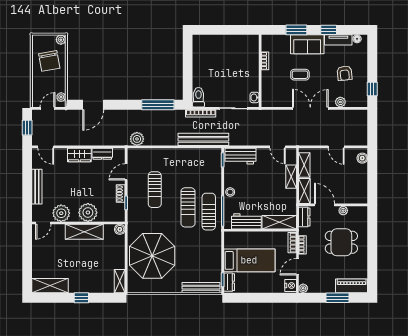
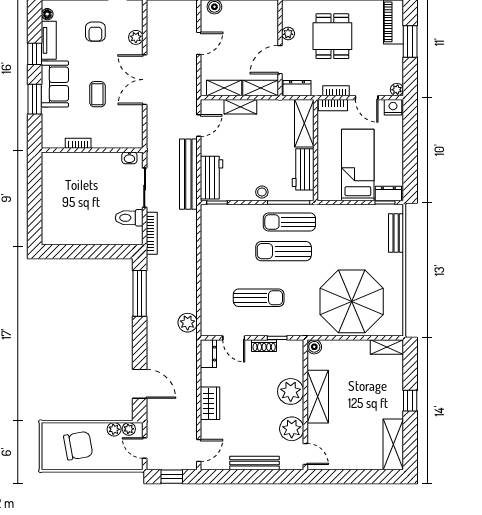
plant: (61, 40) -> (114, 429), moved
armchair: (344, 73) -> (95, 32), turned 96
toilet: (198, 97) -> (129, 218), moved
bench: (203, 139) -> (188, 174), moved
dresser: (102, 154) -> (208, 354), moved
sun lounger: (188, 207) -> (284, 251), turned 180
bench: (201, 288) -> (396, 233), width x0.73

